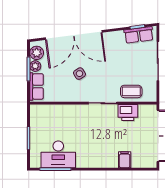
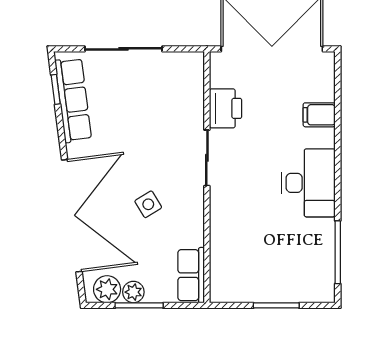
row of seats: (139, 35) -> (73, 100), width x1.48
row of seats: (36, 86) -> (191, 275), moved, turned -90
coffee table: (131, 91) -> (184, 102), removed
desk: (58, 154) -> (309, 183), moved

